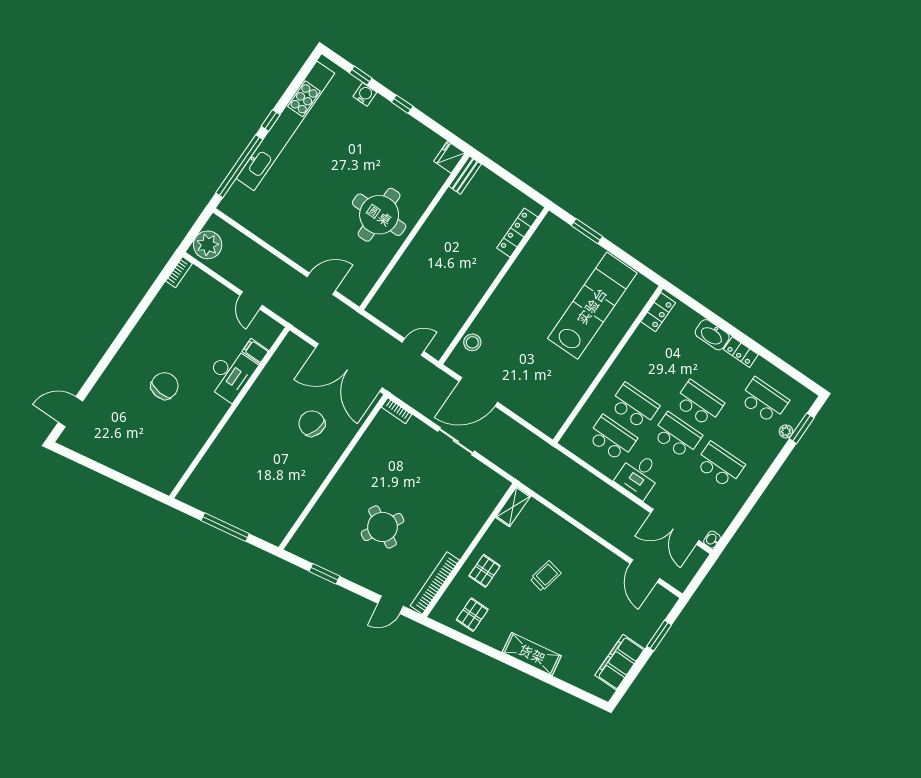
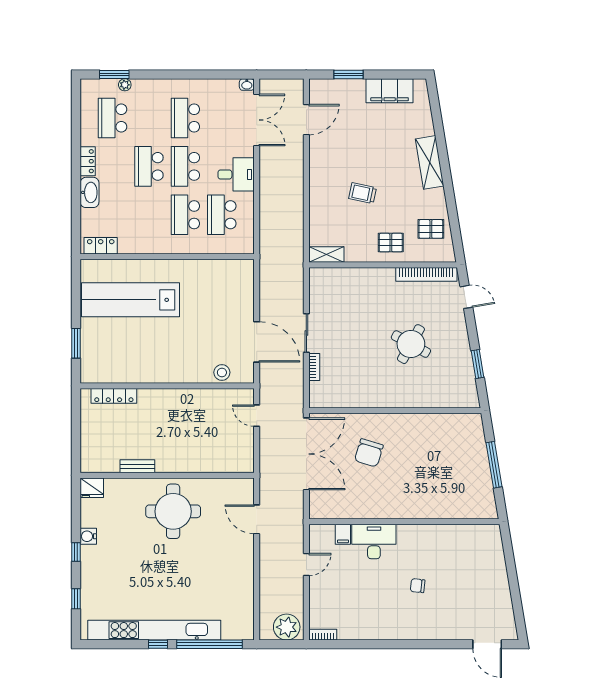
water cooler: (365, 94) -> (88, 536), moved
bench: (465, 175) -> (137, 466), moved
chair: (165, 386) -> (418, 586), width x0.54, depth x0.54
bookcase: (397, 411) -> (314, 367), moved

